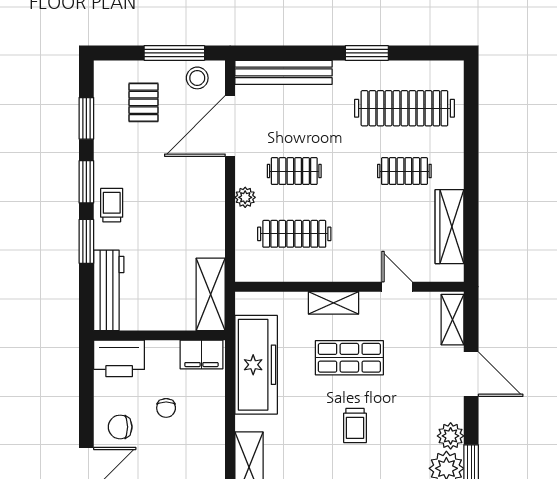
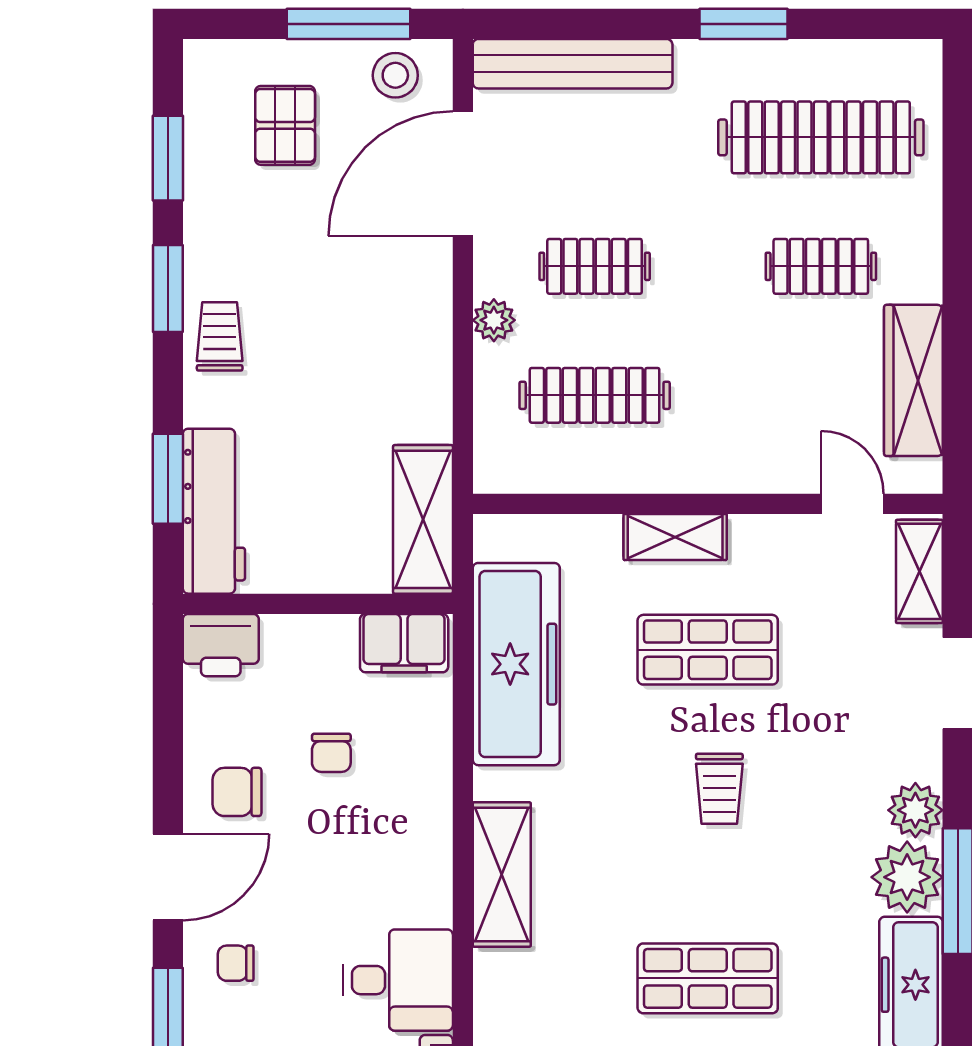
window: (86, 241) -> (168, 479), moved
door: (397, 287) -> (852, 504), moved
printer: (119, 358) -> (221, 645), width x0.73, depth x0.84

